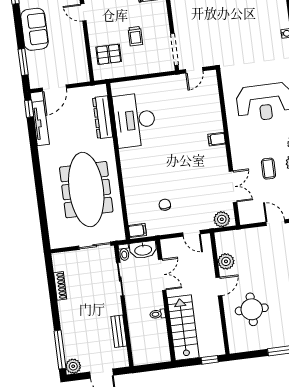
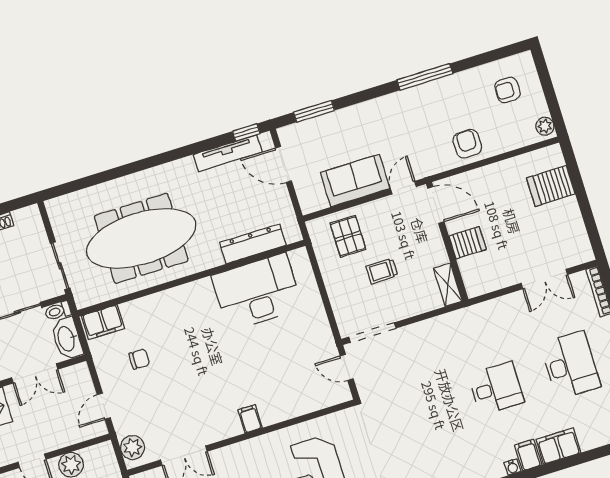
sofa: (34, 29) -> (355, 181), moved, turned 180
filing cabinet: (137, 230) -> (103, 322), width x2.00

